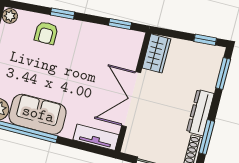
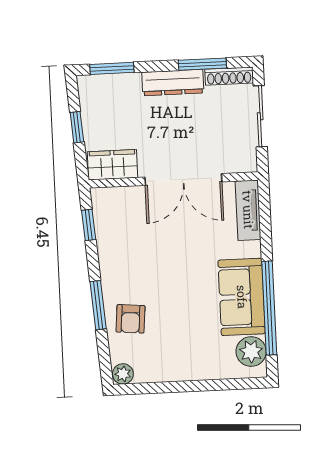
window: (63, 14) -> (98, 305), width x1.50
armchair: (46, 33) -> (131, 319), turned 95
window: (205, 40) -> (77, 127), moved

